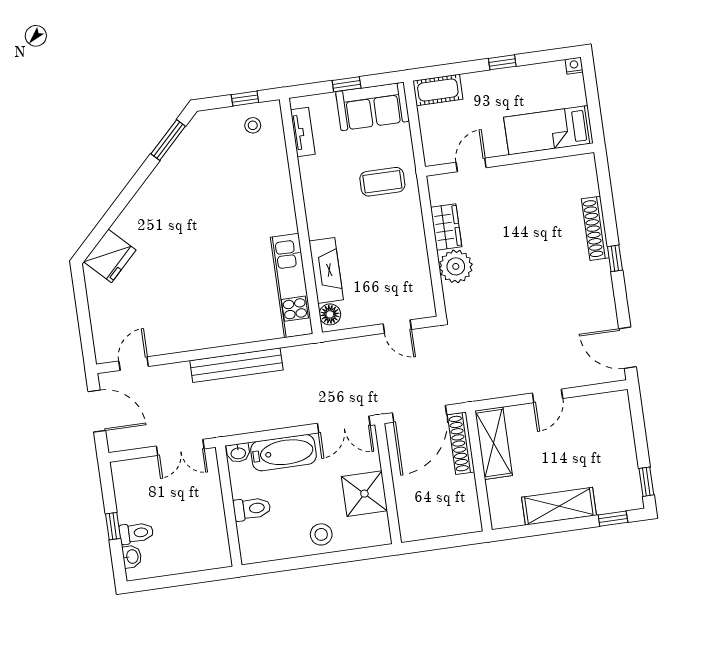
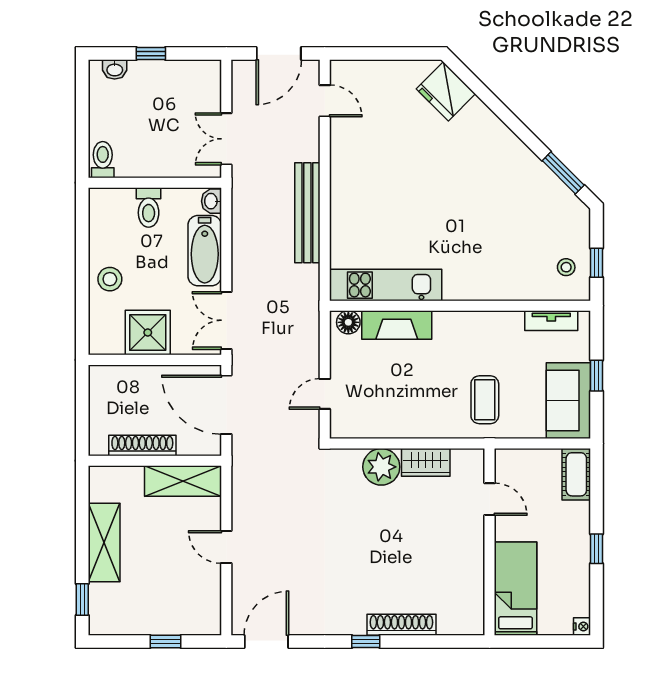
shoe rack: (461, 443) -> (142, 445), moved
window: (646, 482) -> (165, 642), moved
toilet: (136, 533) -> (103, 160), moved, turned 180

